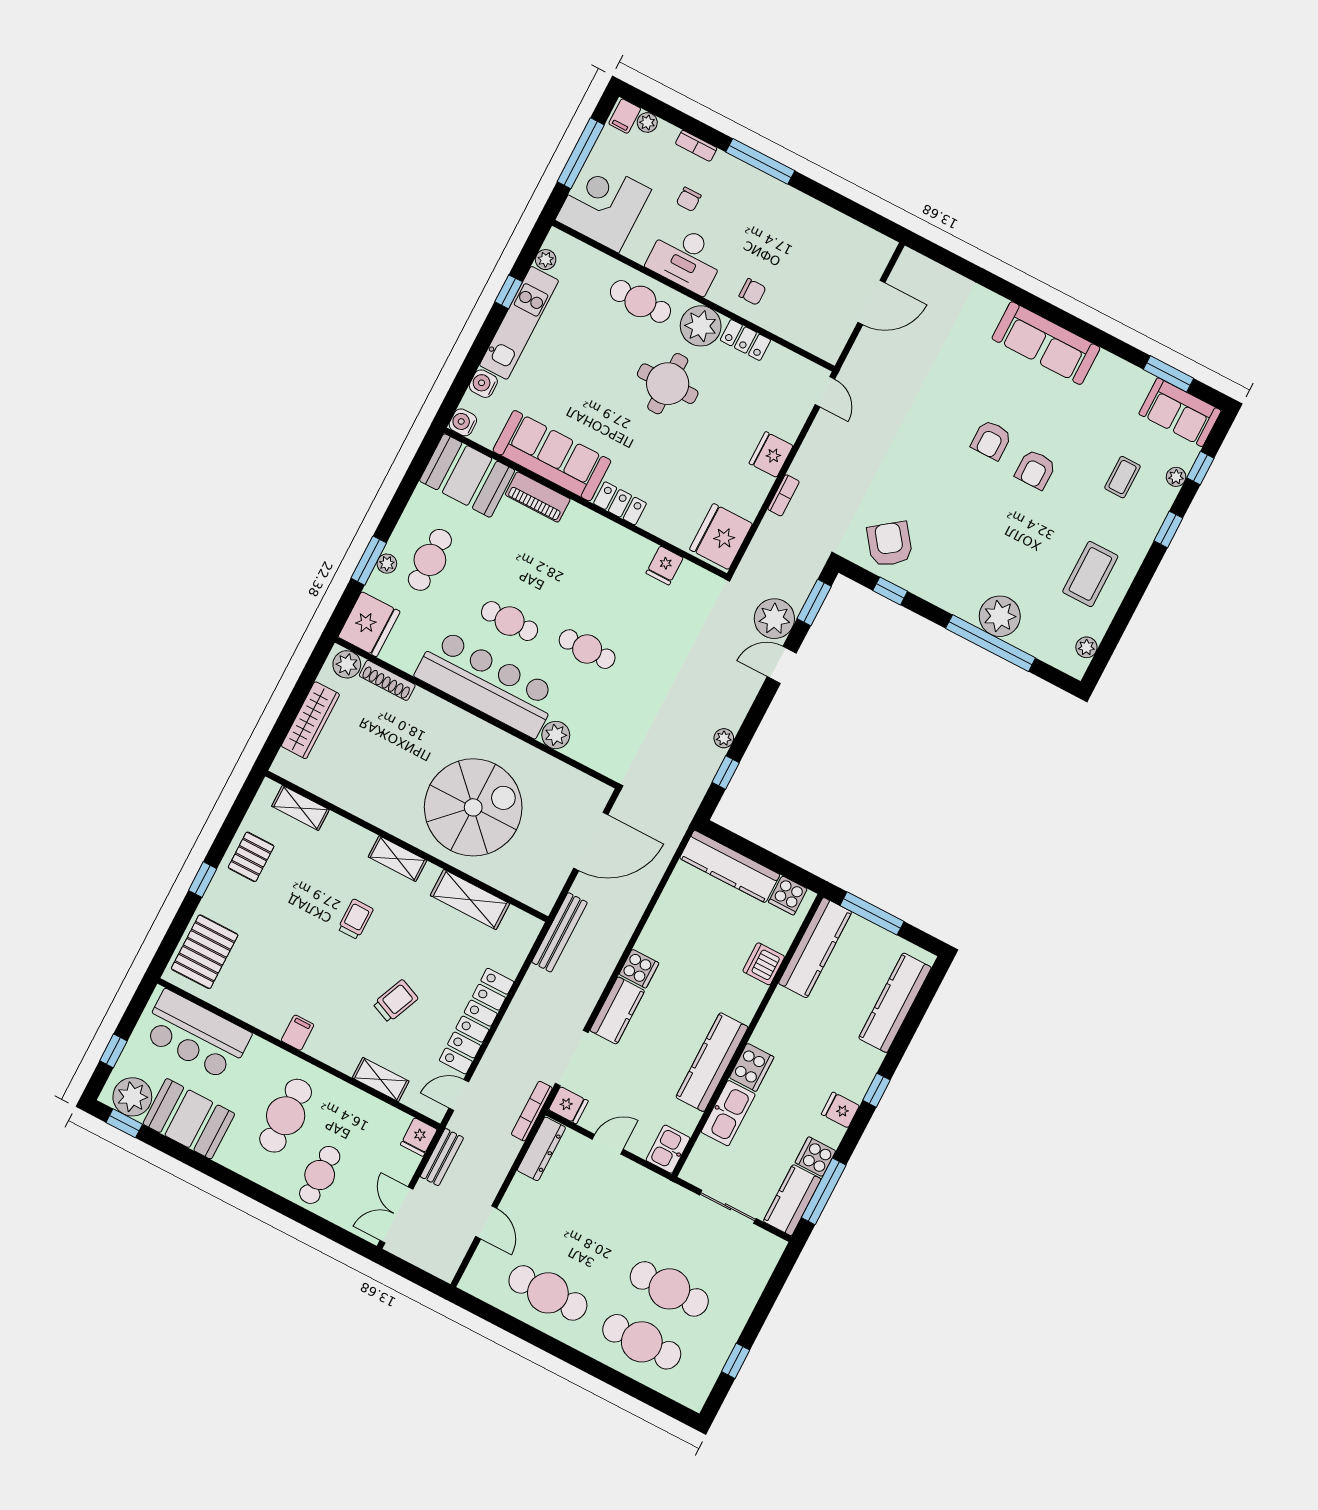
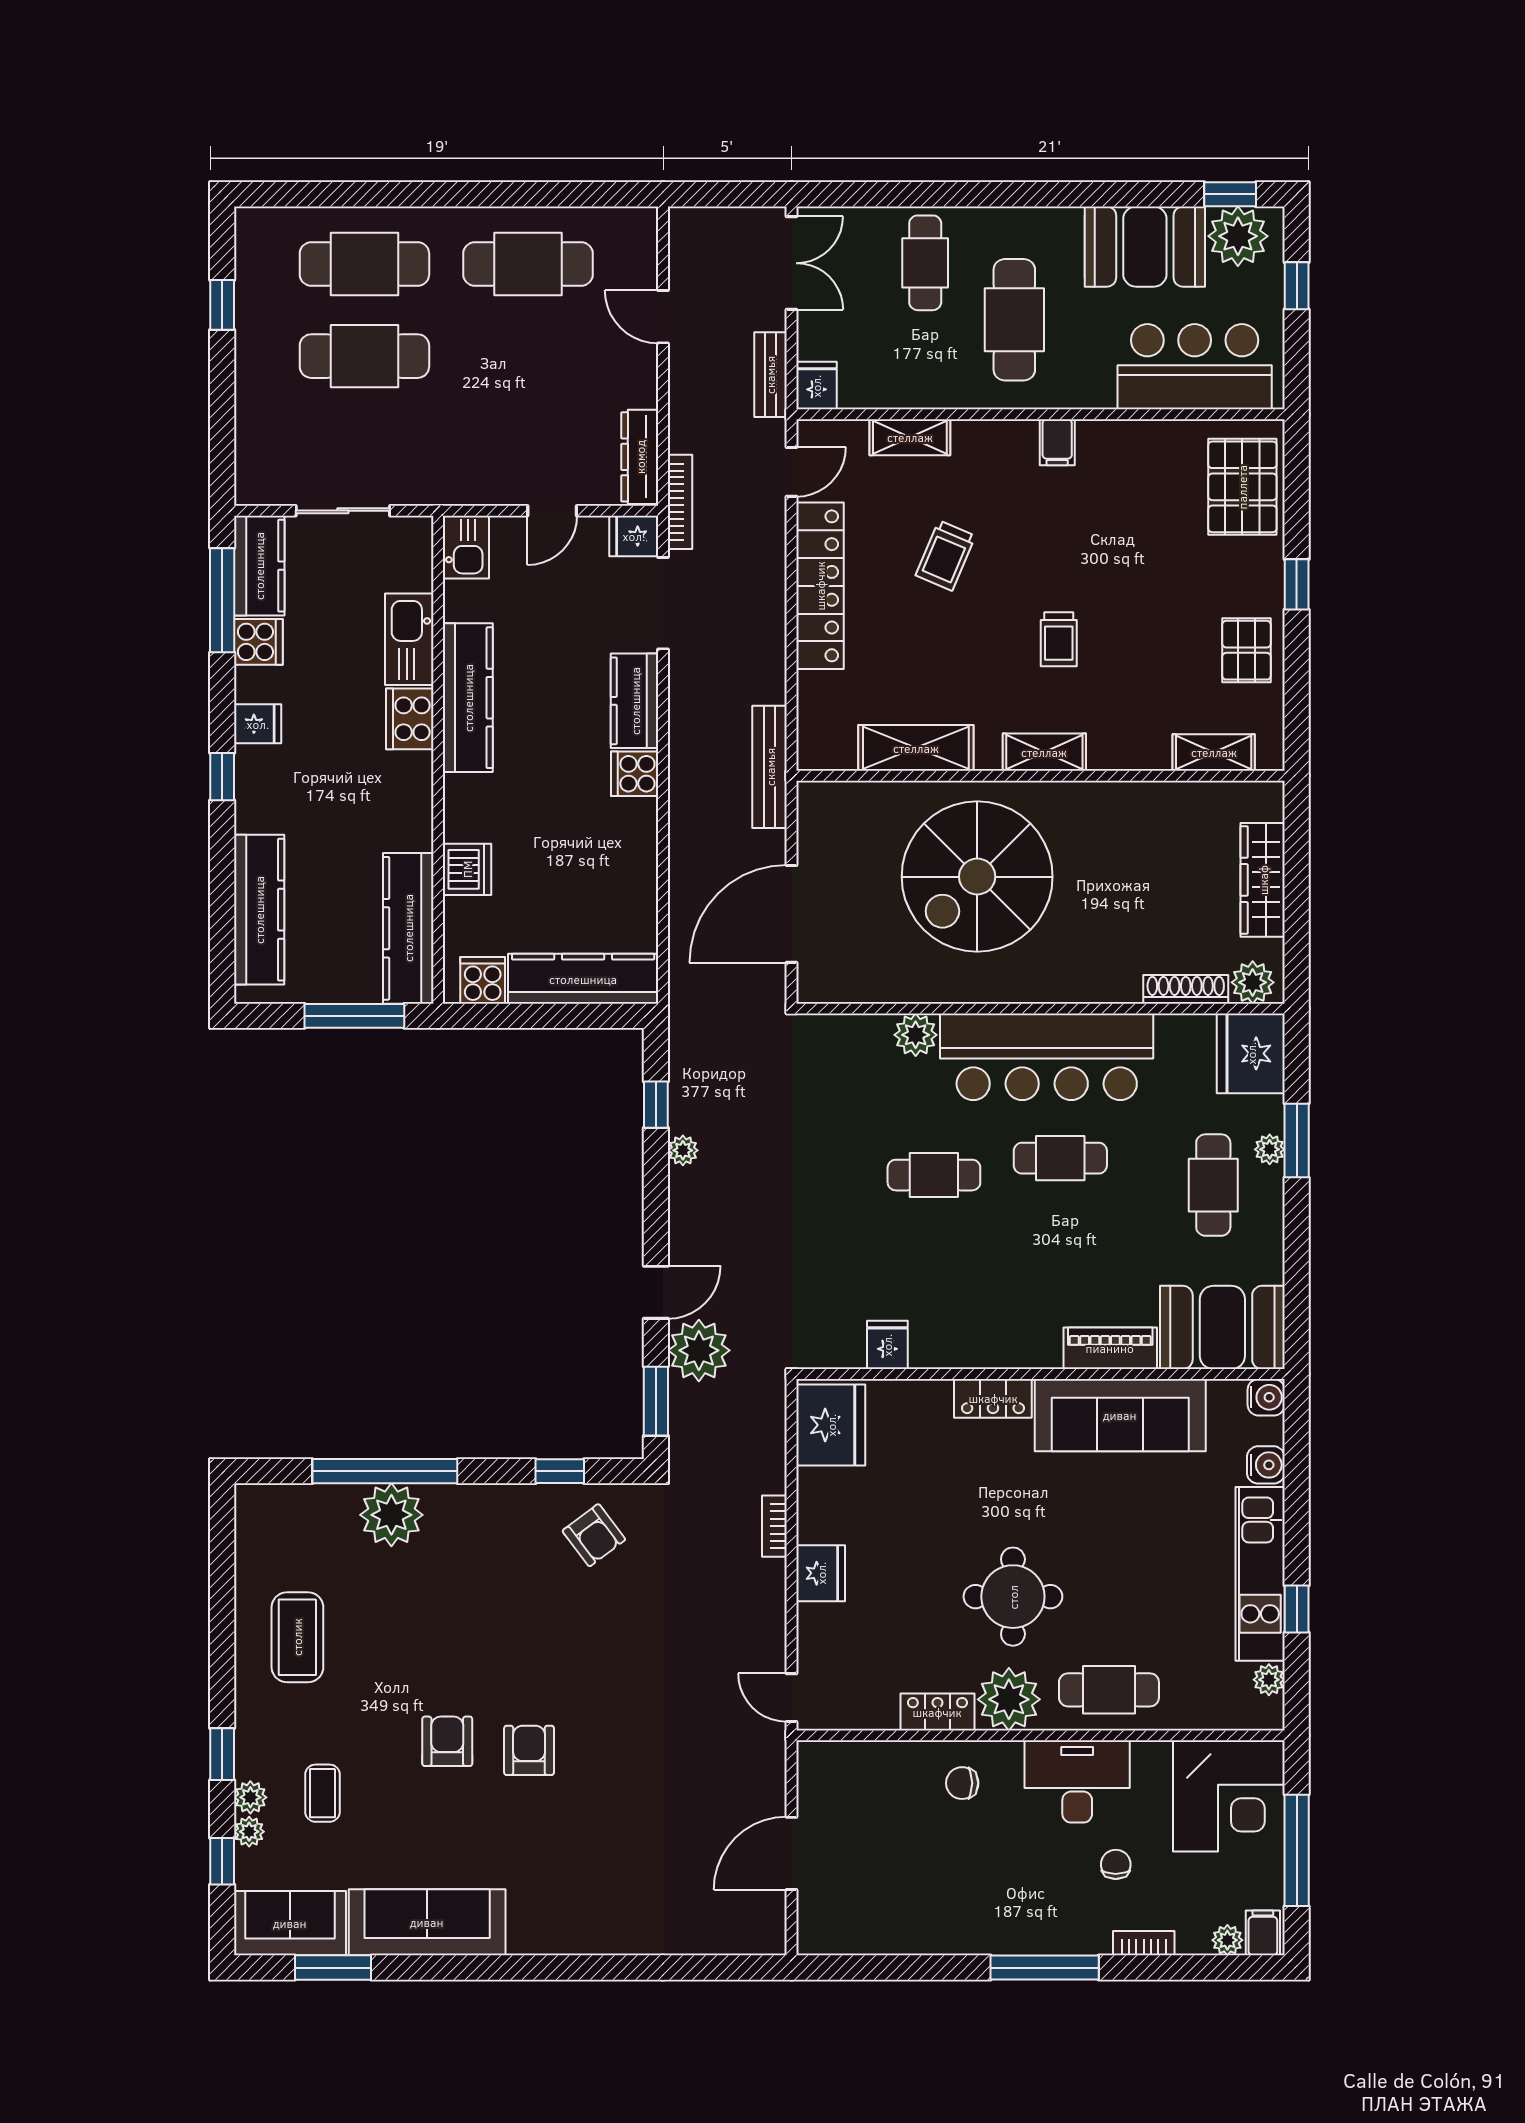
sofa: (1046, 343) -> (427, 1922), moved
armchair: (890, 544) -> (594, 1535), width x0.72, depth x0.72
plant: (1086, 647) -> (250, 1797), moved

